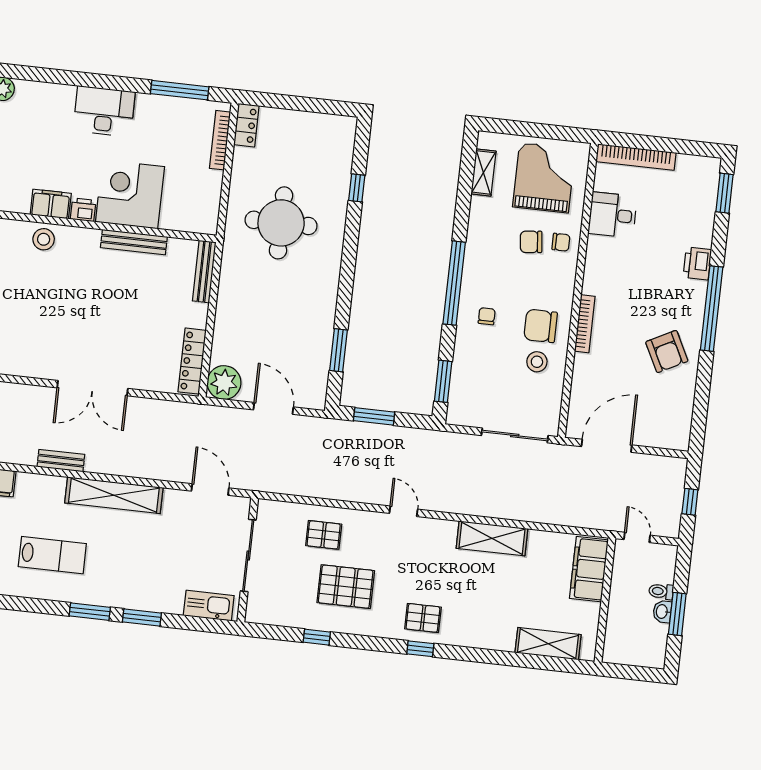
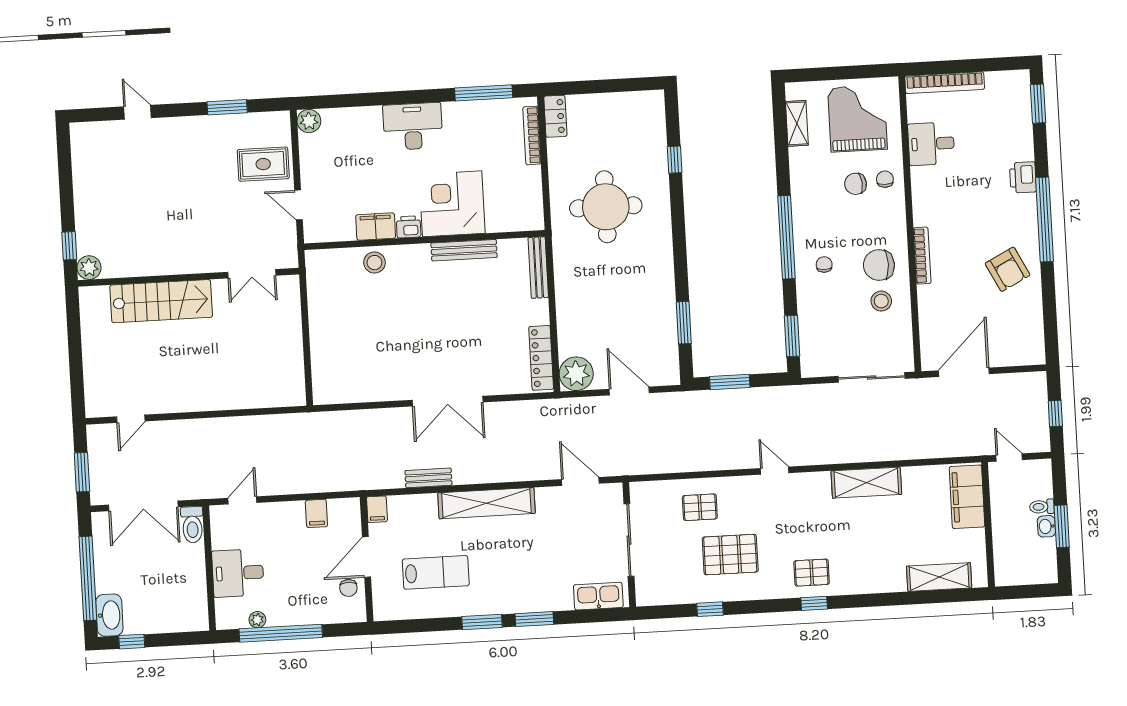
chair: (561, 242) -> (885, 179), turned -90

